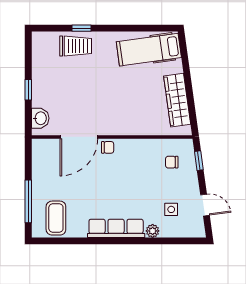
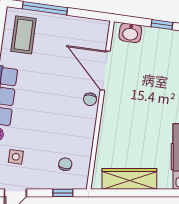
coffee table: (56, 218) -> (24, 35), turned 90

